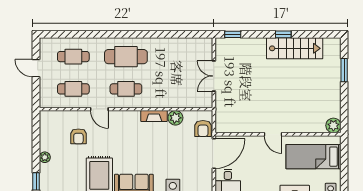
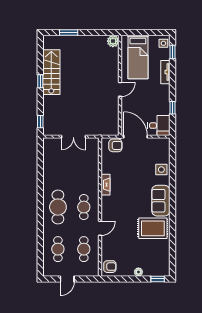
plant: (175, 118) -> (107, 167), removed
armchair: (78, 136) -> (110, 267), moved

